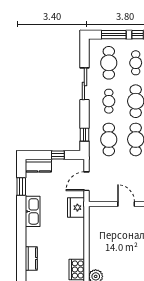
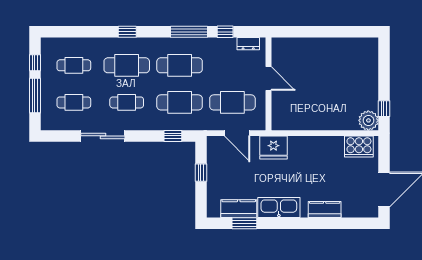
cafe table: (109, 63) -> (74, 102), width x0.73, depth x0.74
kitchen counter: (38, 166) -> (239, 209), moved, turned -90
cafe table: (109, 178) -> (232, 102), added
door: (126, 204) -> (269, 79), swing flipped
kitchen counter: (31, 258) -> (325, 209), moved

